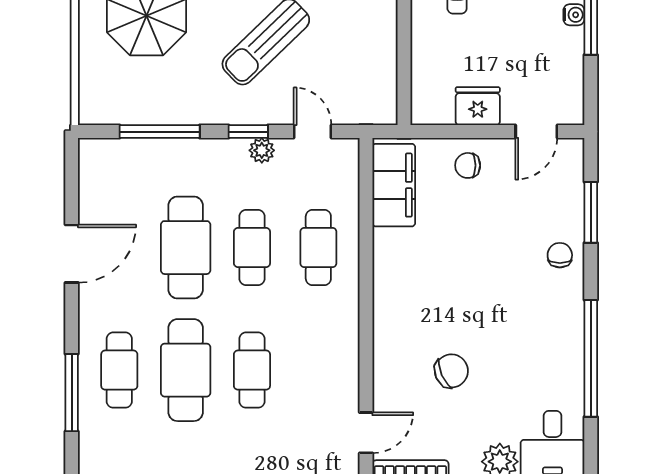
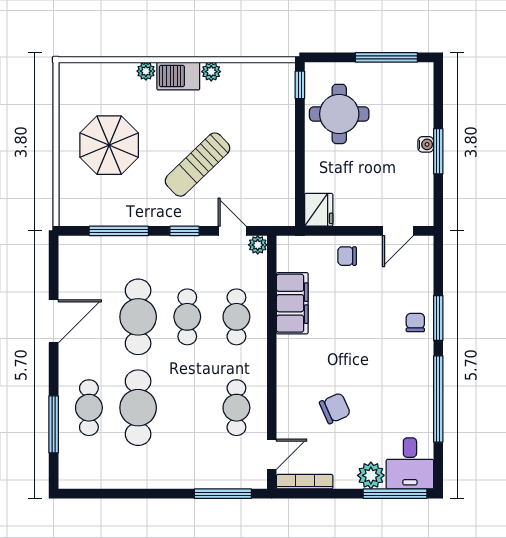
fridge: (478, 106) -> (319, 210), moved, turned 90
plant: (262, 150) -> (258, 245), moved
filing cabinet: (394, 185) -> (292, 303), moved
window: (591, 212) -> (438, 318), moved
cafe table: (252, 370) -> (236, 408), moved

